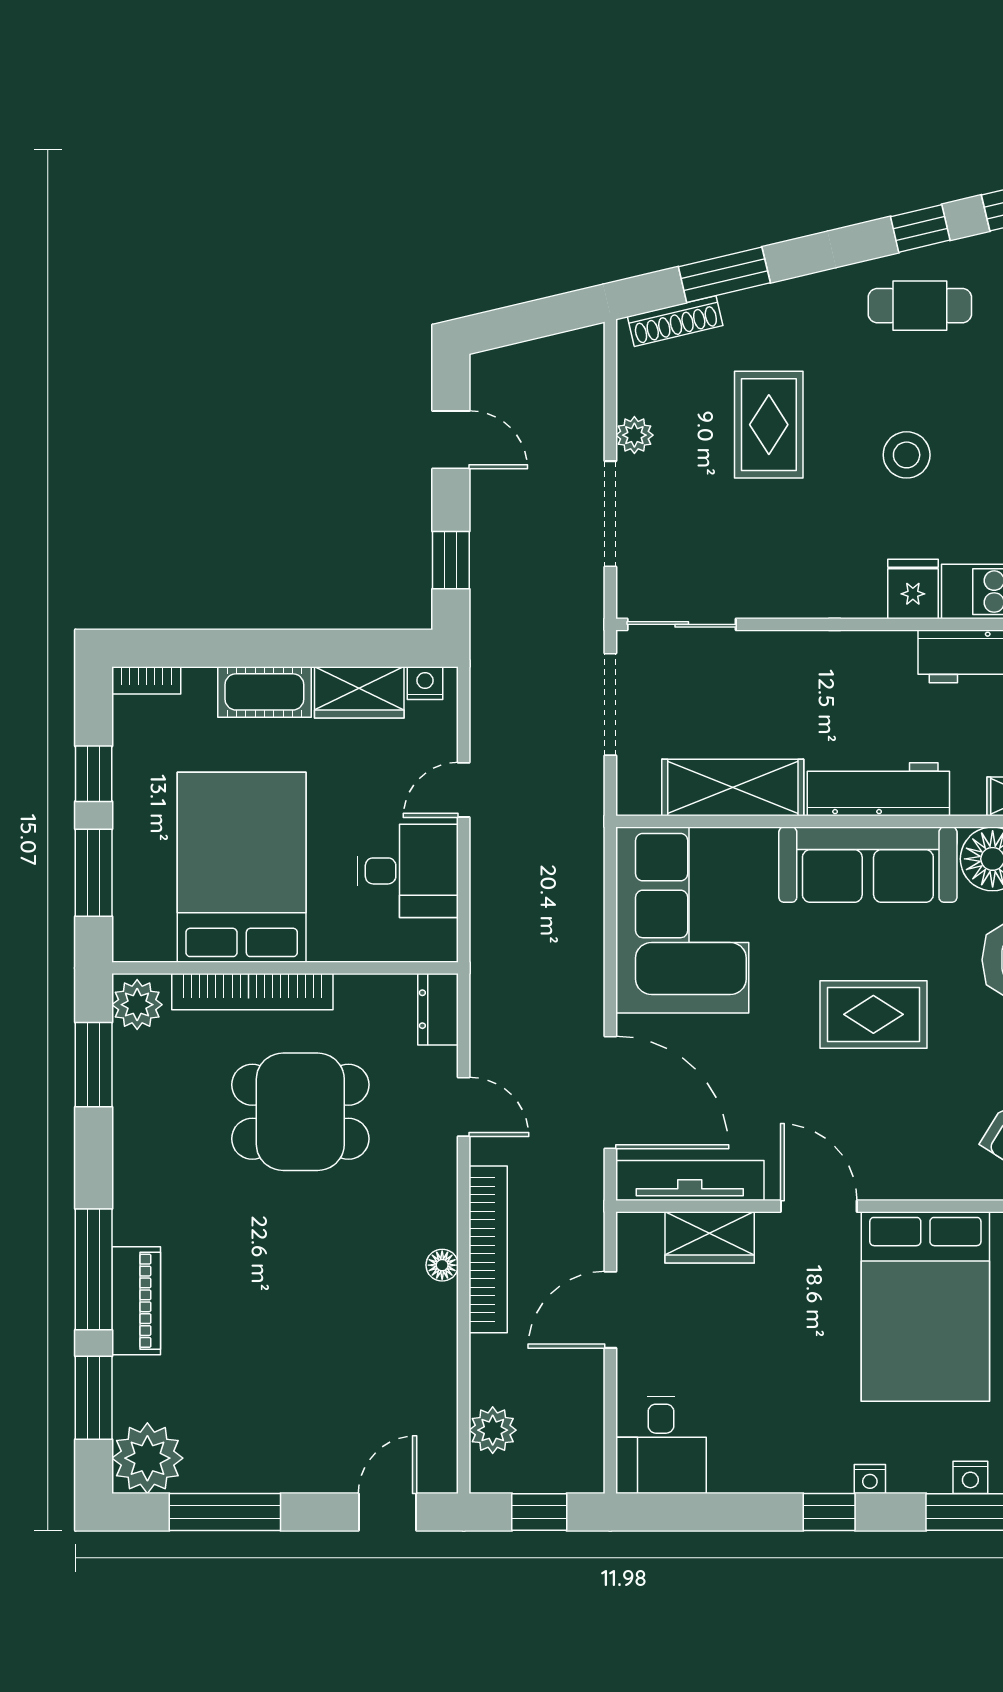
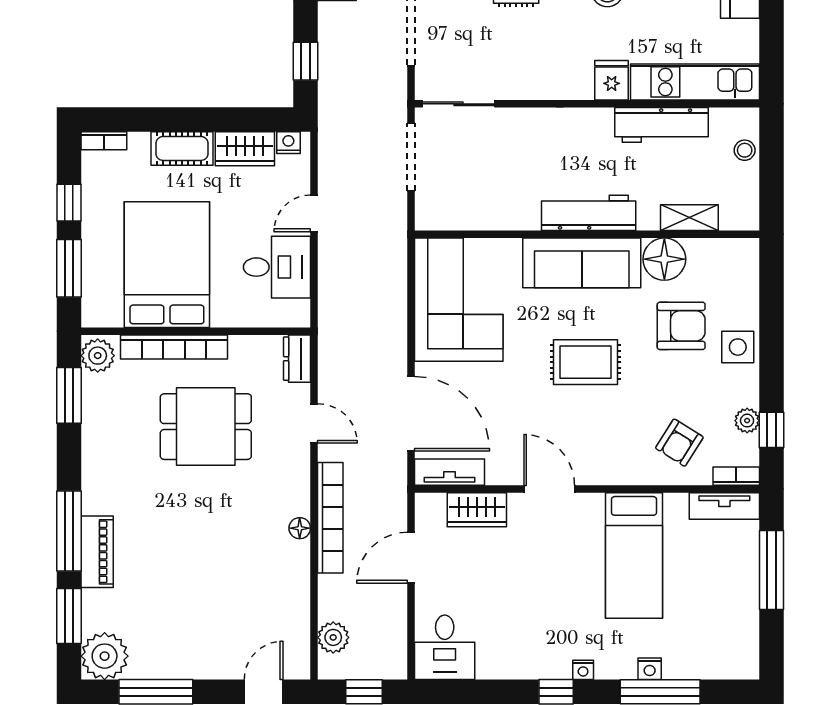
shelving: (733, 788) -> (492, 212), removed
tv unit: (690, 1181) -> (450, 472), width x0.71
bed: (925, 1307) -> (634, 556), width x0.67

